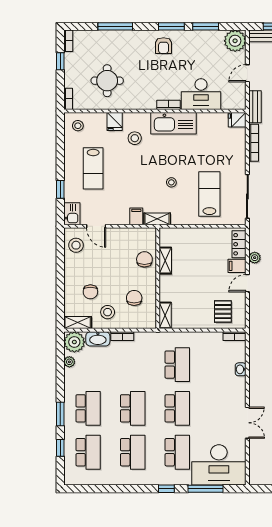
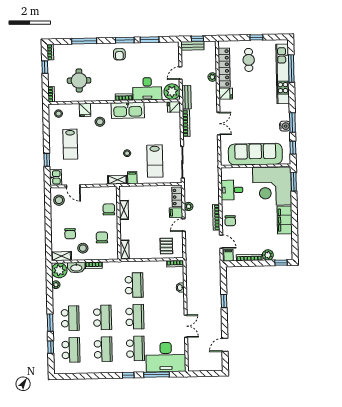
plant: (235, 41) -> (172, 92), moved
lab bench: (209, 194) -> (155, 161), turned 180
filing cabinet: (136, 216) -> (132, 178), moved

